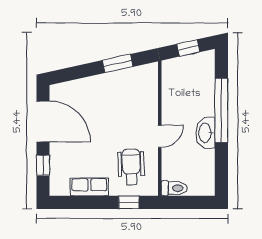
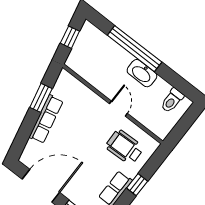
row of seats: (103, 82) -> (46, 119), added
toilet: (174, 188) -> (172, 100), moved, turned 180
window: (129, 202) -> (137, 185), moved

